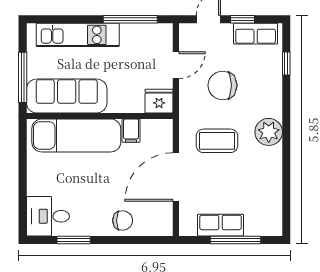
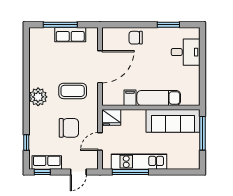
window: (243, 19) -> (42, 172), moved
kitchen unit: (78, 35) -> (139, 162), moved
exam couch: (76, 135) -> (159, 98), width x0.73, depth x0.69
desk: (48, 216) -> (186, 52), moved

